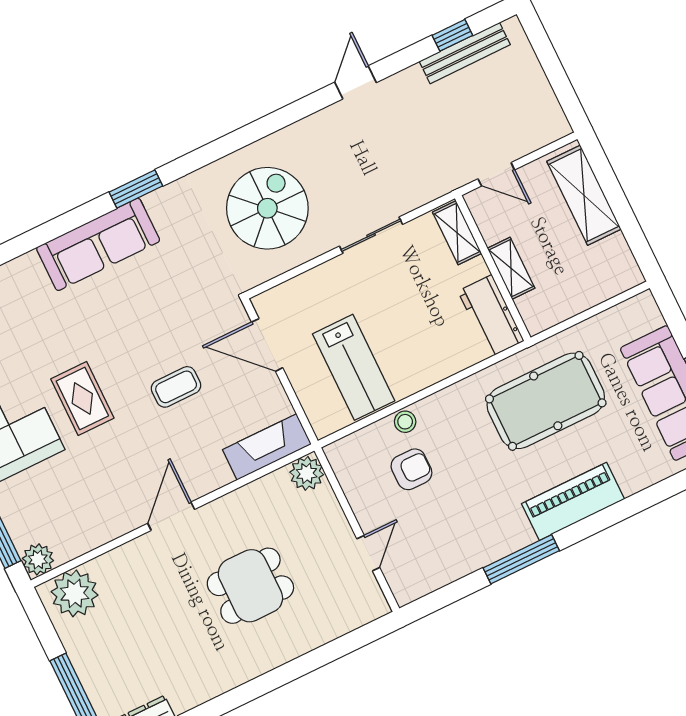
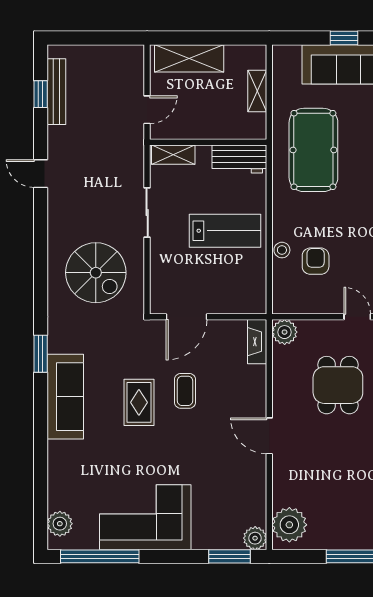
spiral stairs: (267, 208) -> (96, 273), turned 180
shelving: (511, 268) -> (257, 91), moved, turned 90
lab bench: (354, 367) -> (225, 231), moved
rug: (82, 398) -> (139, 402), moved, turned 90
fireplace: (267, 447) -> (257, 342), width x0.73, depth x0.76
dining table: (250, 586) -> (338, 385), moved

